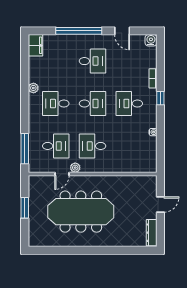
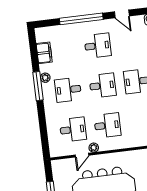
filing cabinet: (35, 45) -> (44, 53), moved
desk: (93, 146) -> (107, 125), turned 180
window: (25, 149) -> (38, 86), moved

